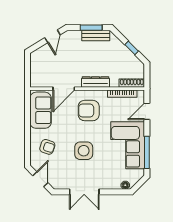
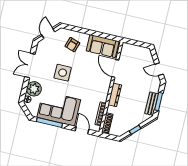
armchair: (89, 111) -> (93, 84), removed
door: (40, 179) -> (48, 33), swing flipped
plant: (111, 180) -> (34, 89), added

